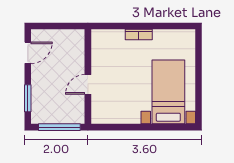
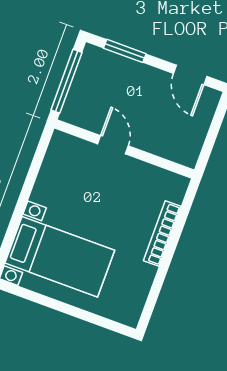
bookcase: (139, 34) -> (162, 234), width x1.56

